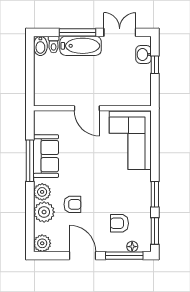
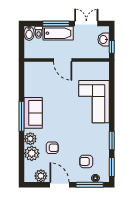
door: (87, 108) -> (63, 60), moved
wall: (92, 108) -> (67, 60), moved
plant: (42, 243) -> (41, 176), moved

